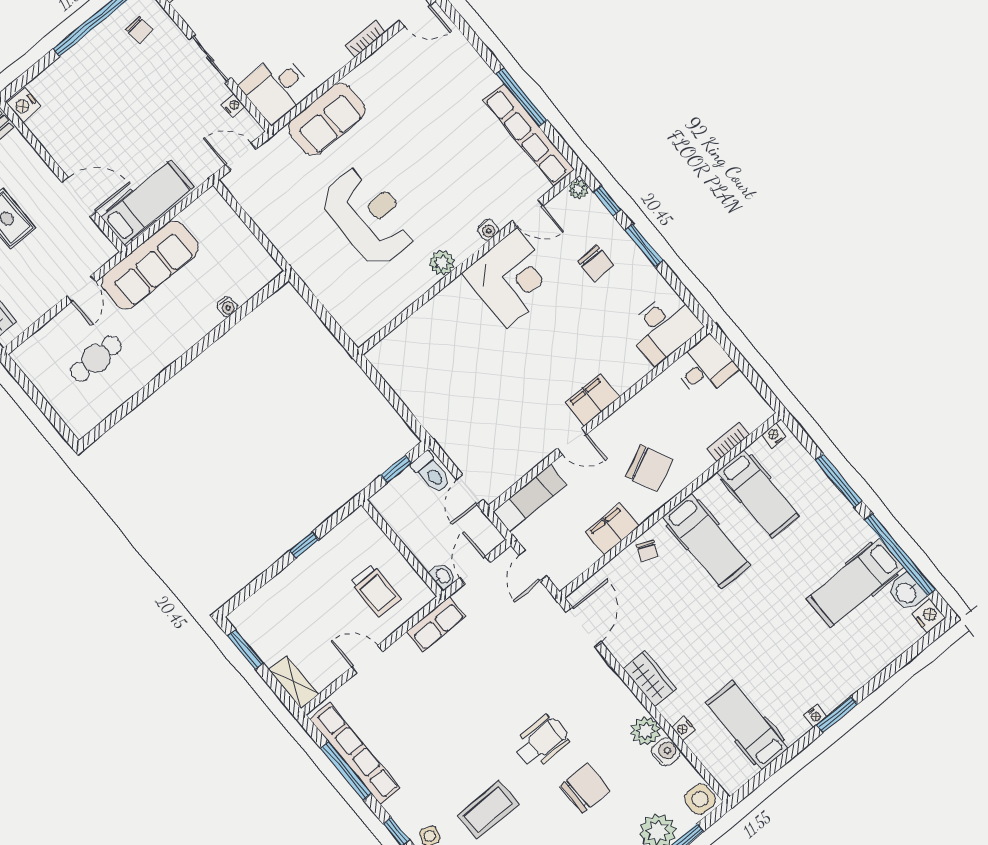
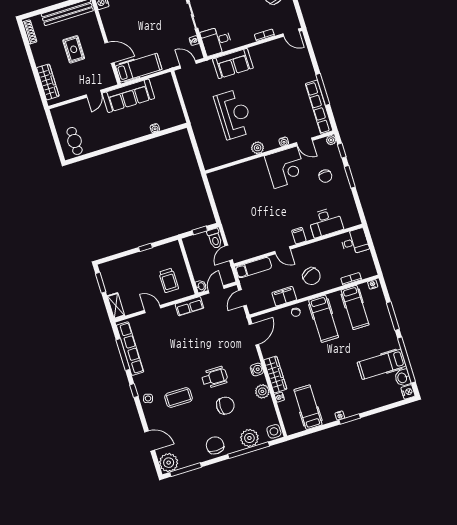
desk: (664, 328) -> (326, 222), moved
cafe table: (96, 359) -> (75, 141), moved, turned 90
filing cabinet: (592, 400) -> (299, 236), width x0.50
wardrobe: (650, 679) -> (275, 375), width x1.50
water cooler: (666, 752) -> (257, 369), moved

